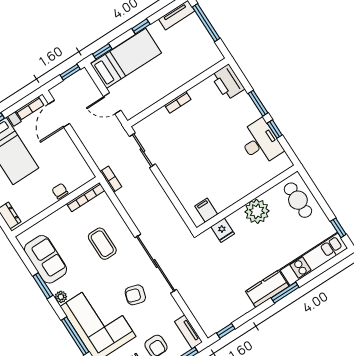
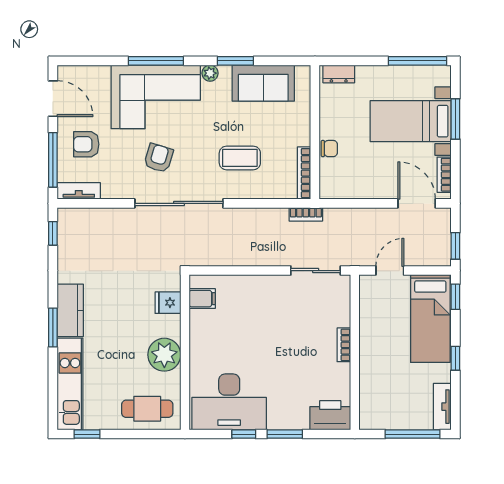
desk: (260, 142) -> (229, 402), width x1.36, depth x1.30

